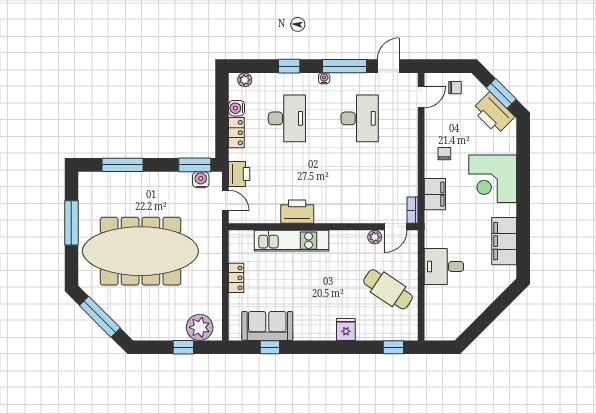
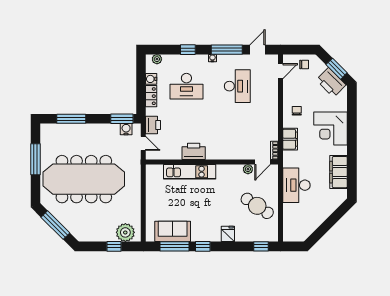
desk: (287, 118) -> (186, 86), turned 90
desk: (444, 267) -> (296, 185), width x1.37
locker: (236, 278) -> (151, 198), removed
window: (270, 347) -> (174, 246), width x2.17
window: (310, 347) -> (203, 246), added

